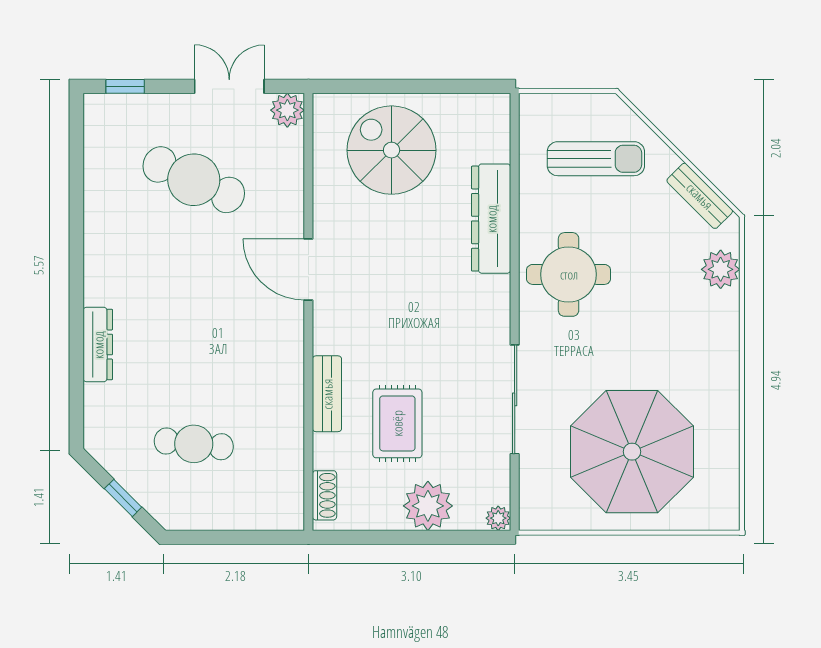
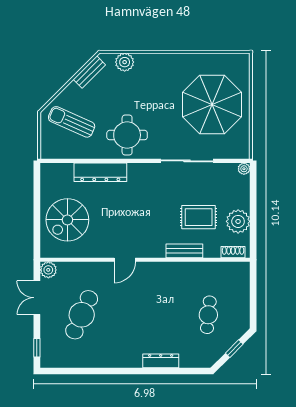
sun lounger: (596, 159) -> (72, 122), turned -66
door: (308, 270) -> (125, 260), width x0.73
plant: (428, 506) -> (238, 221), moved

